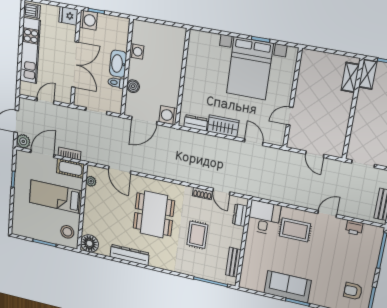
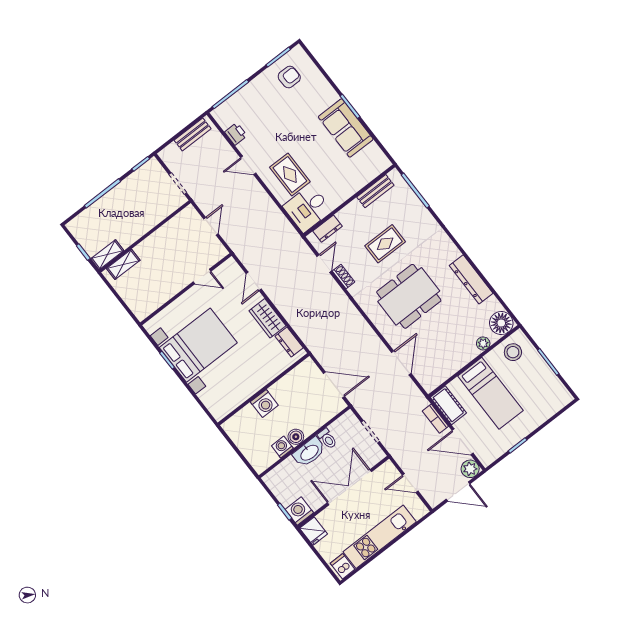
boiler: (133, 86) -> (296, 437), moved
washing machine: (168, 115) -> (264, 404), moved
plant: (91, 181) -> (483, 343), moved
armchair: (353, 291) -> (289, 77), turned -90

